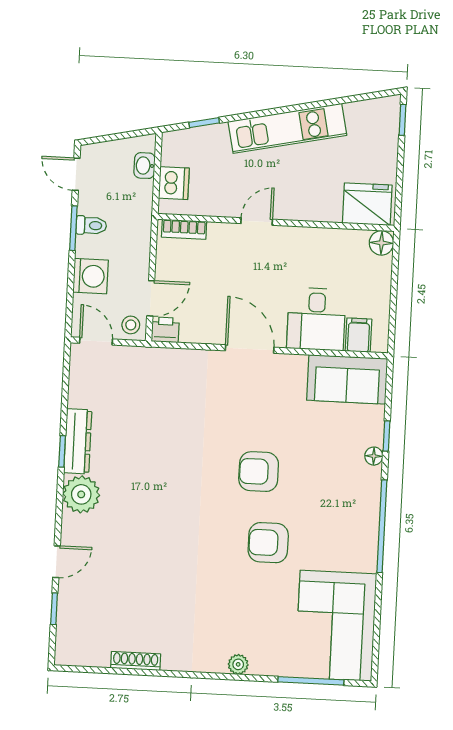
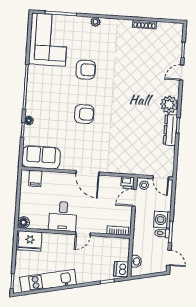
kitchen unit: (287, 128) -> (48, 281), moved
dishwasher: (174, 183) -> (121, 269), moved
washing machine: (91, 276) -> (162, 220), moved
desk: (316, 319) -> (63, 216), moved, turned 180
armchair: (268, 543) -> (86, 70), moved

